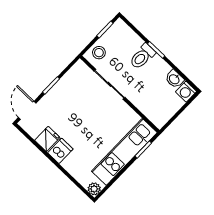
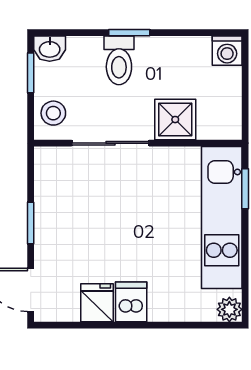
washbasin: (174, 79) -> (50, 49), moved
shower: (142, 99) -> (175, 120), added

